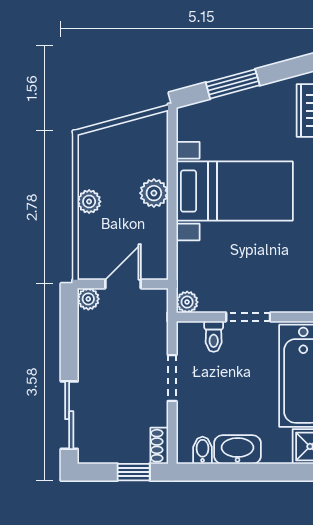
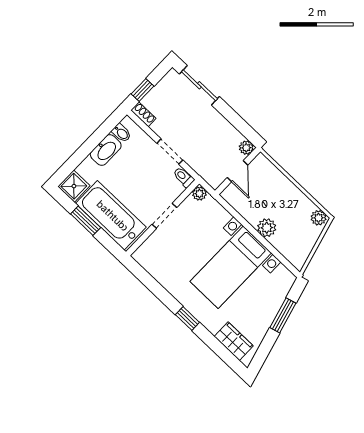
plant: (89, 202) -> (319, 218), moved
toilet: (214, 336) -> (184, 177), moved

